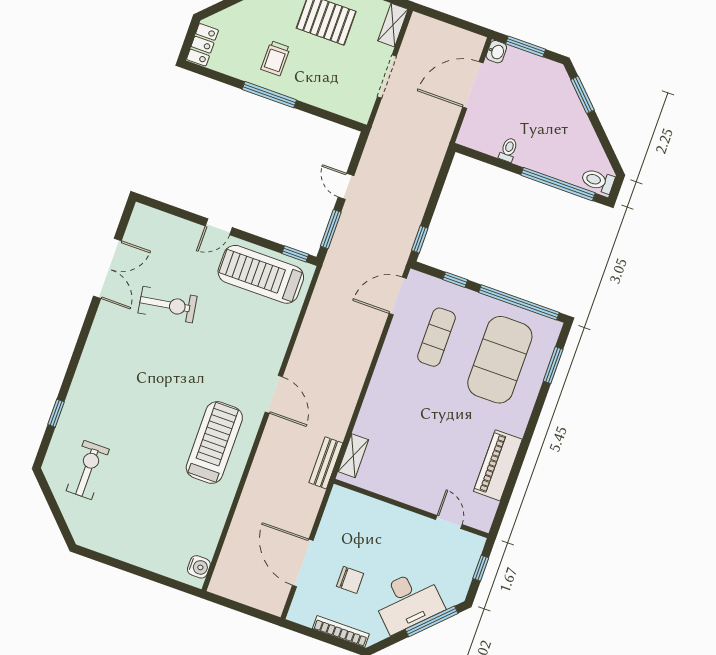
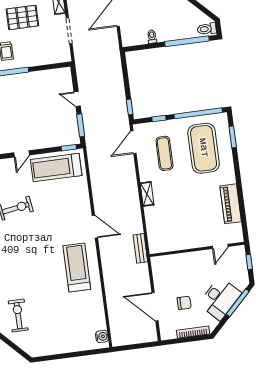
shelving: (353, 456) -> (147, 194), moved
door: (449, 522) -> (220, 246), swing flipped

